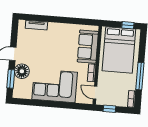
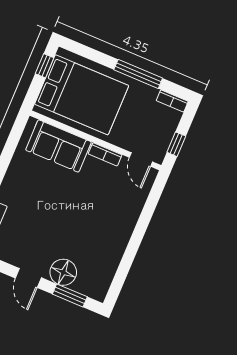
corner sofa: (55, 86) -> (106, 225), removed
door: (95, 93) -> (141, 160), hinge flipped

